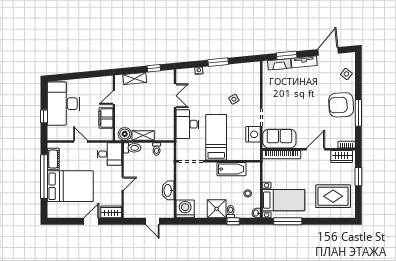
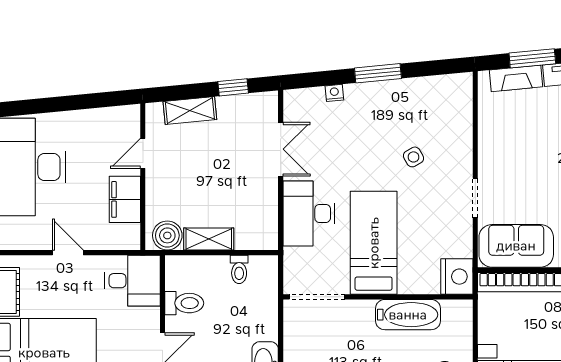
nightstand: (253, 134) -> (457, 277), moved
toilet: (132, 148) -> (184, 303), moved

